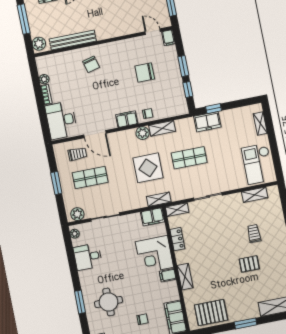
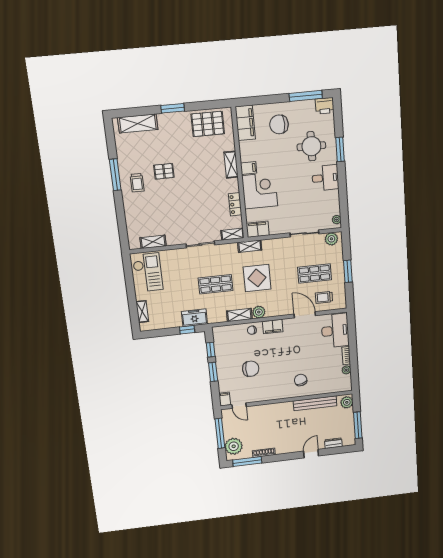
trolley: (254, 234) -> (137, 183), moved
desk: (88, 257) -> (325, 178), moved
chair: (142, 319) -> (279, 124), width x1.87, depth x1.87

